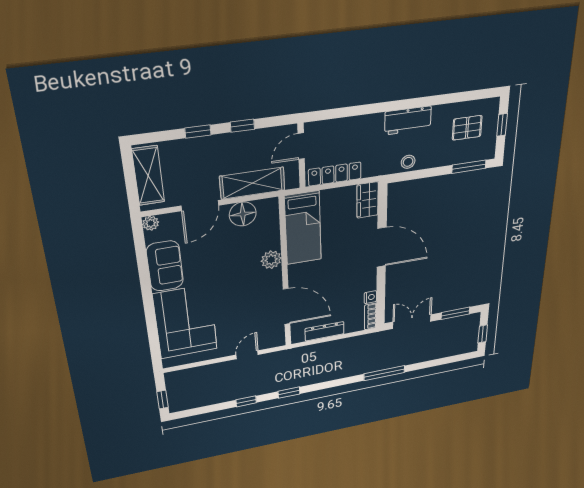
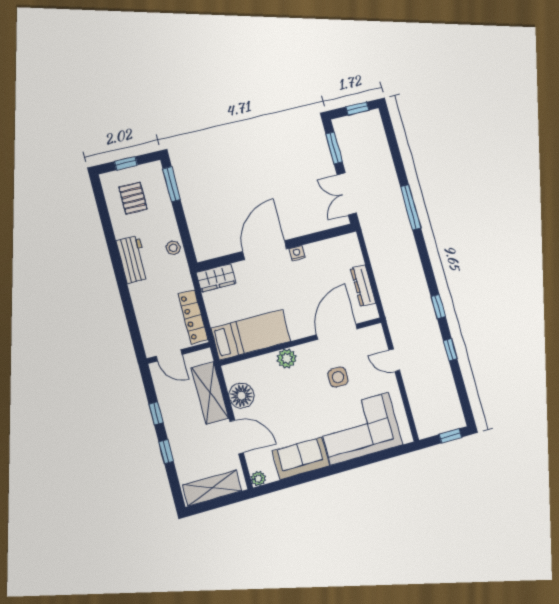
nightstand: (370, 297) -> (297, 253), moved
side table: (242, 305) -> (338, 377), added
bookcase: (370, 317) -> (343, 241), removed

